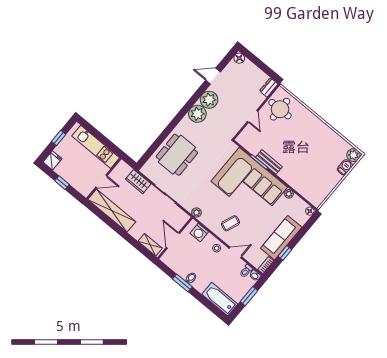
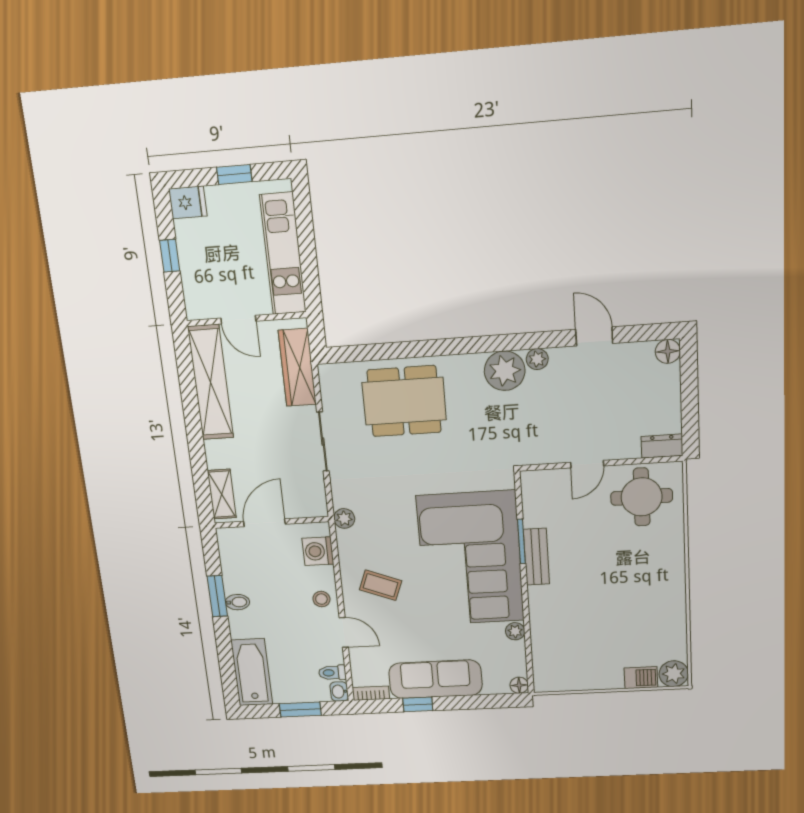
plant: (209, 100) -> (537, 359), width x0.53, depth x0.53
wardrobe: (138, 182) -> (297, 367), width x1.50

